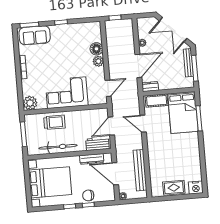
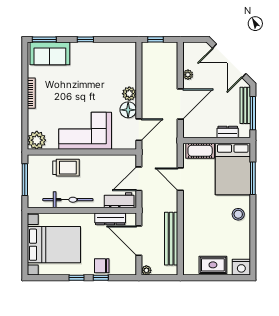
floor lamp: (96, 49) -> (128, 110), moved
dresser: (150, 87) -> (228, 132), moved
stool: (190, 147) -> (238, 214), added

